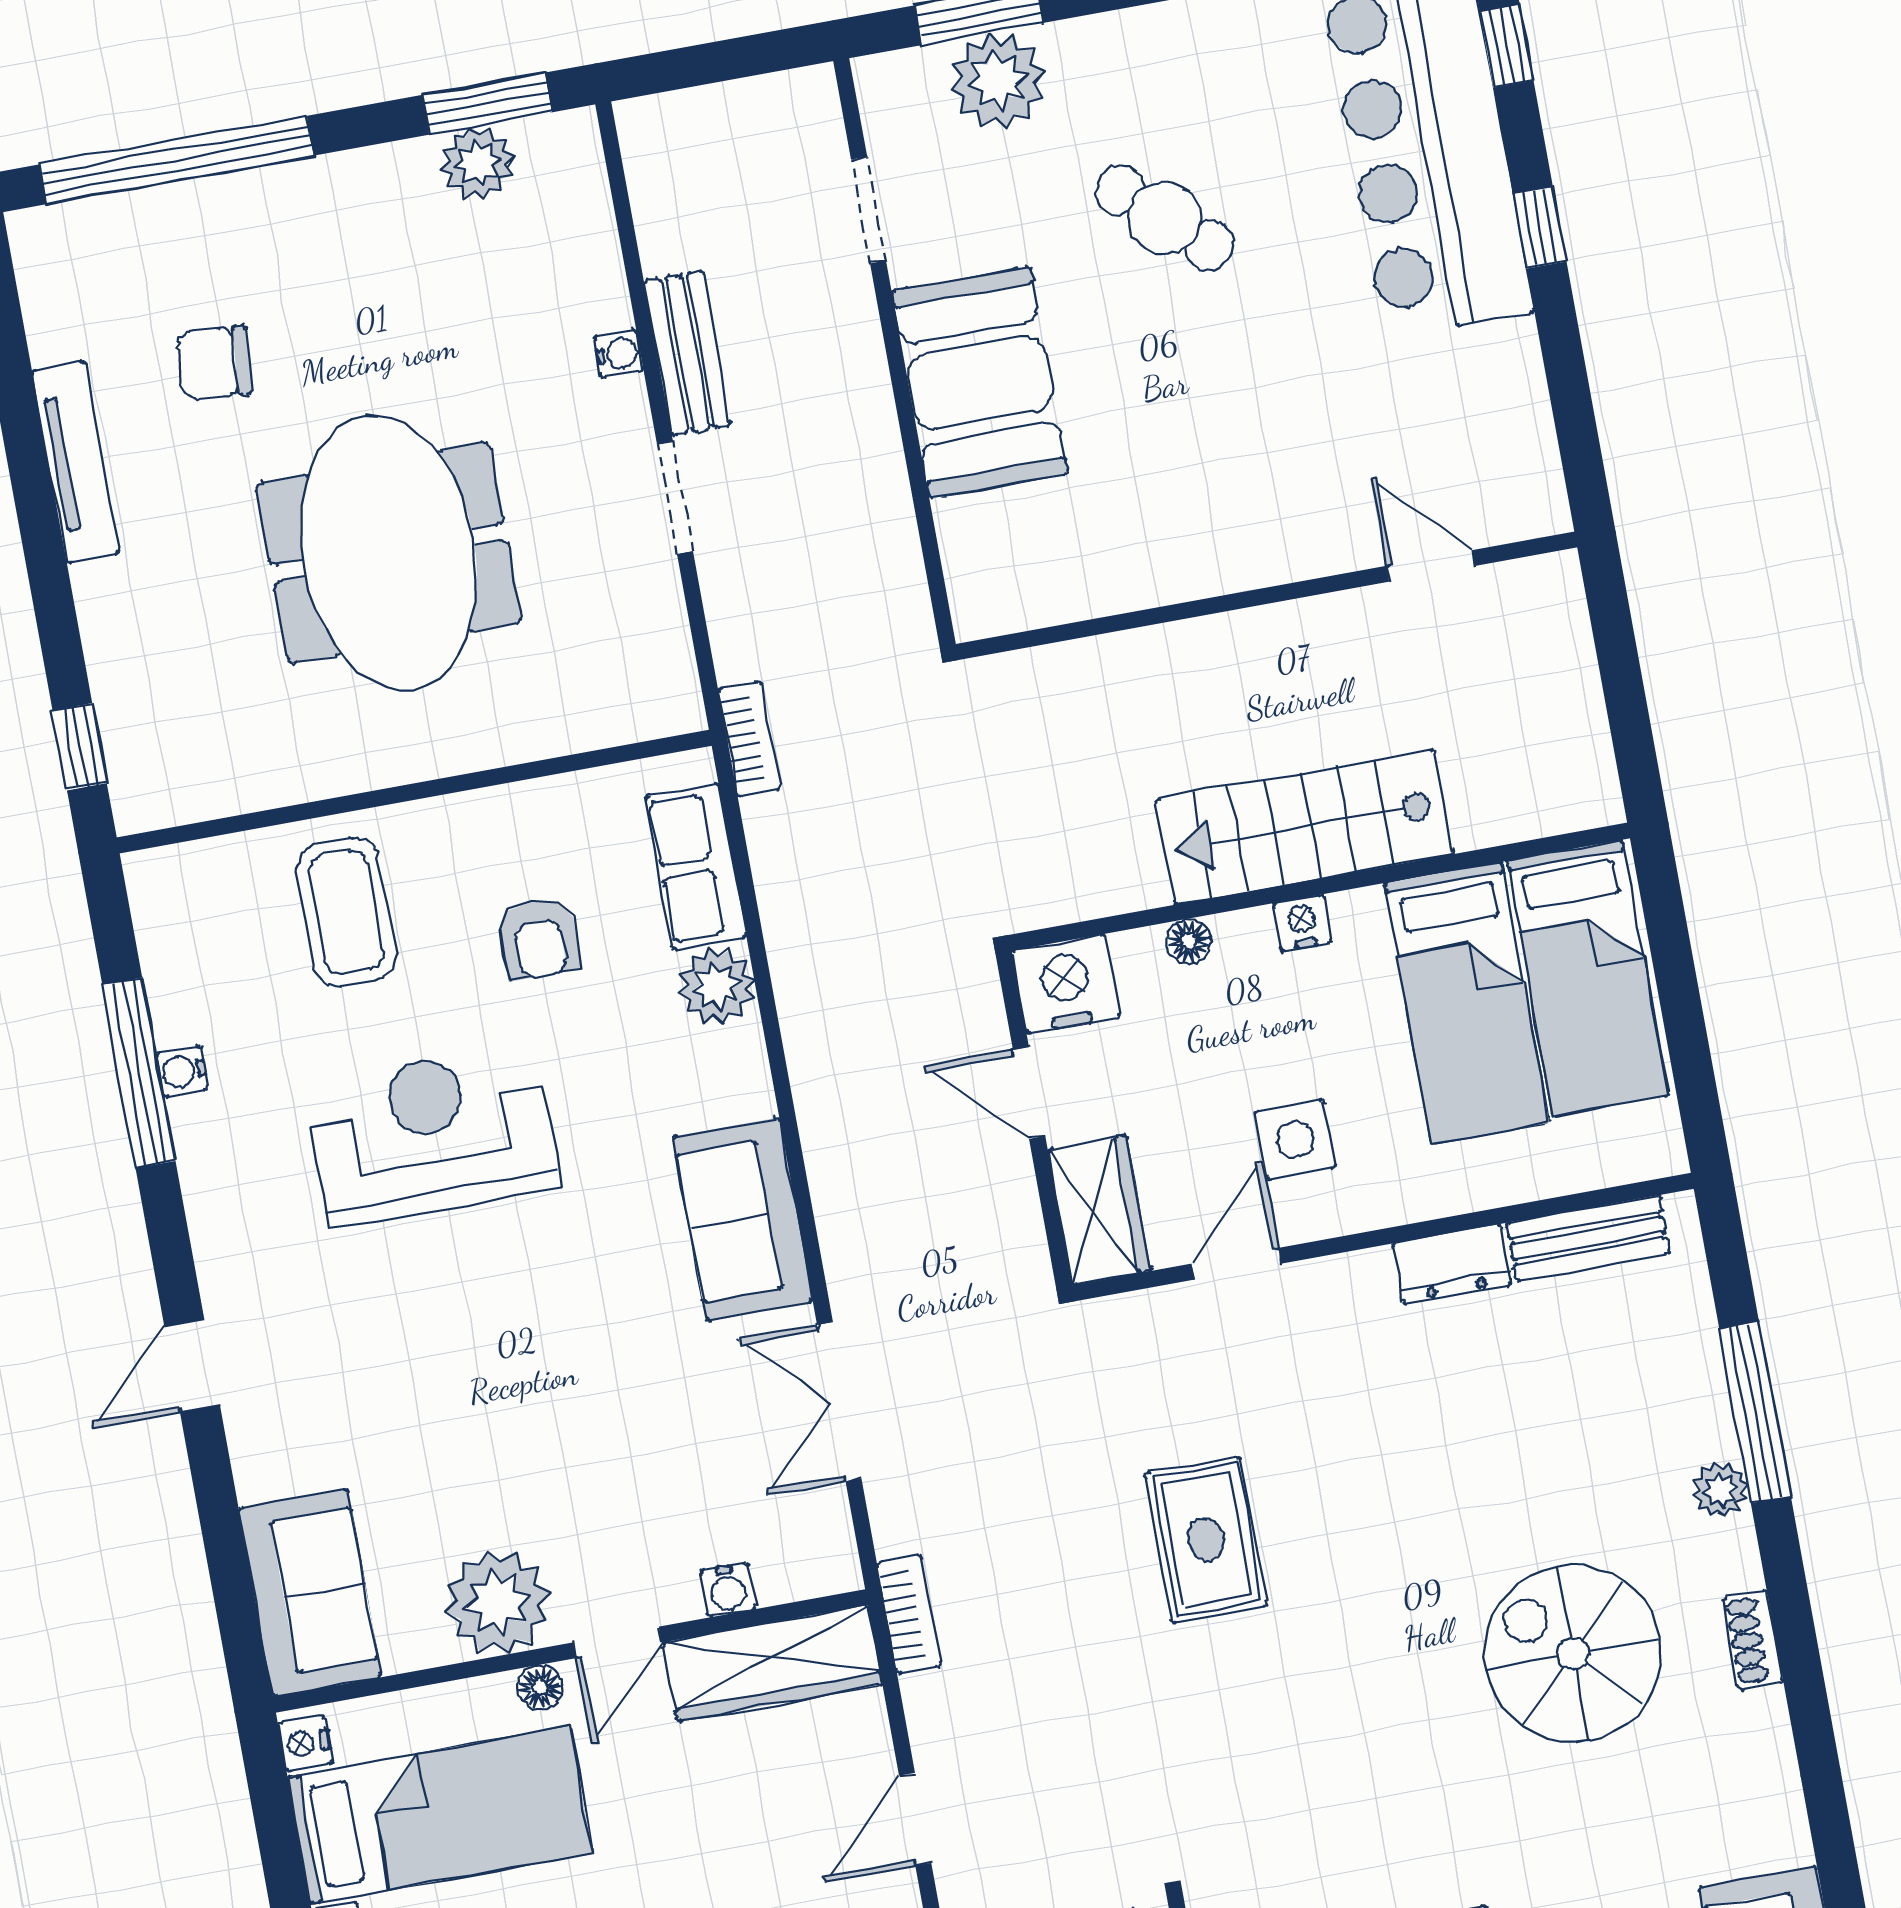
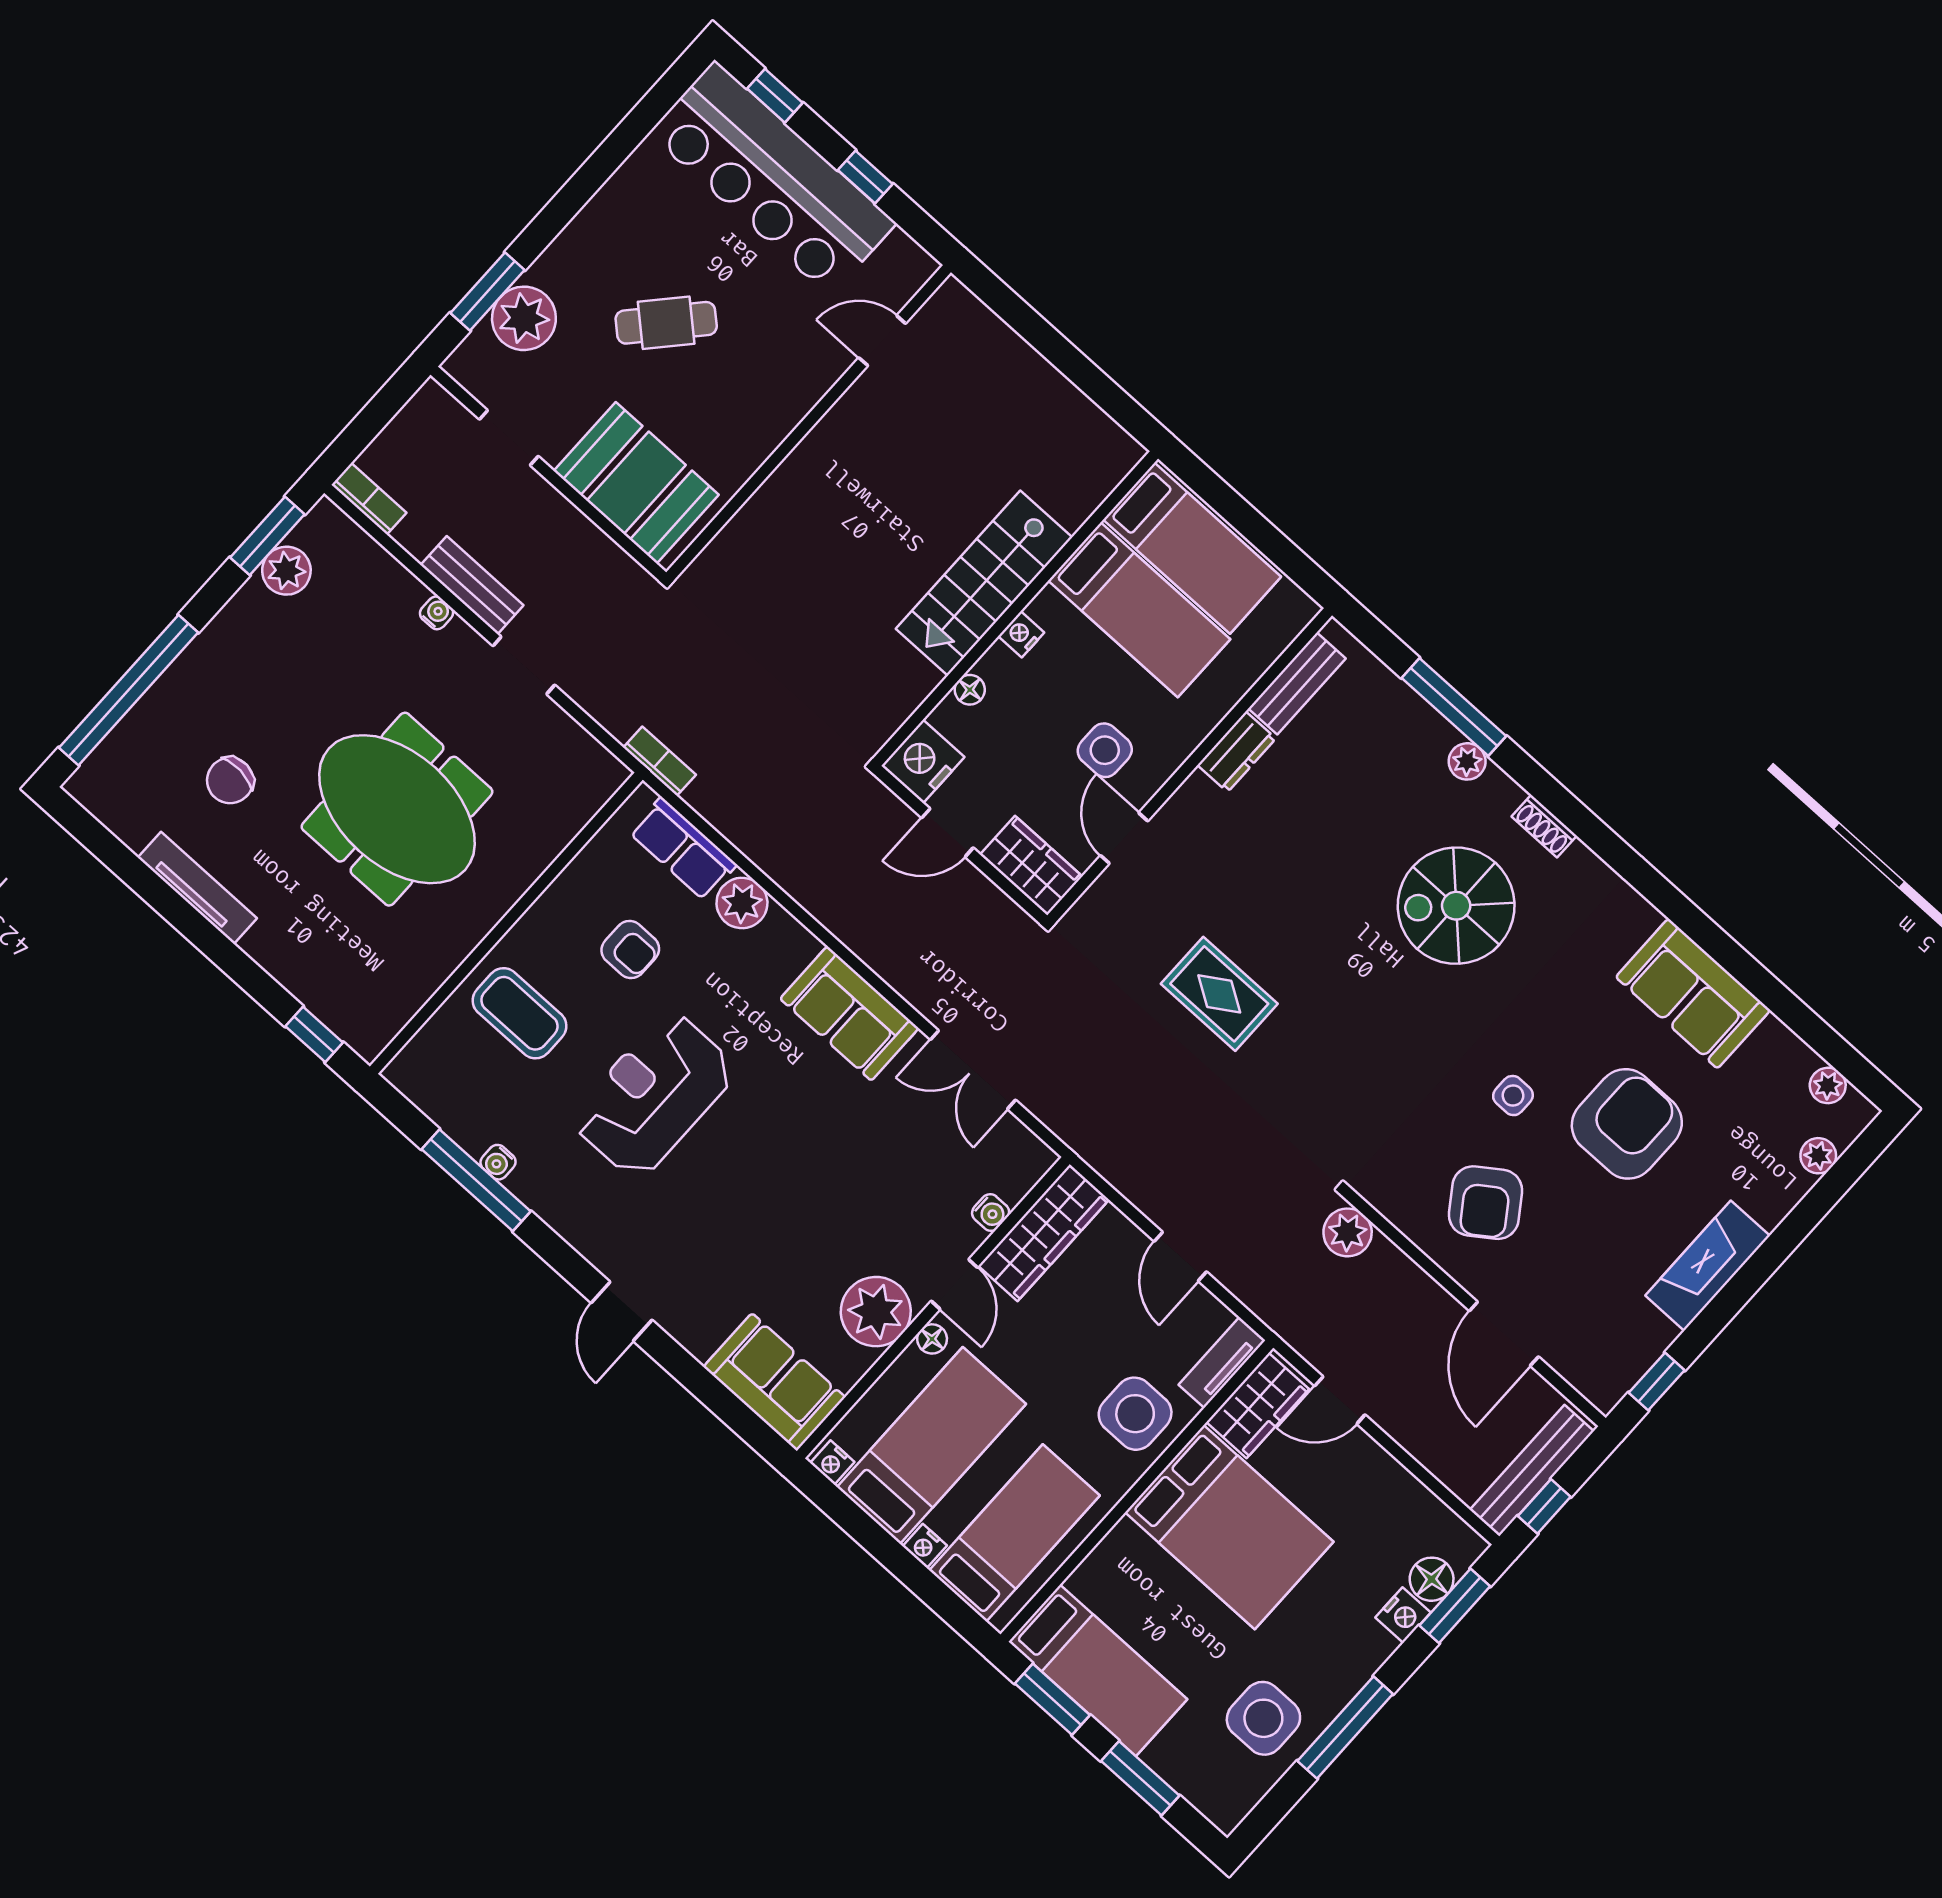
door: (1431, 566) -> (882, 341), moved
wall: (1266, 596) -> (809, 422), moved
bookcase: (909, 1614) -> (369, 499), moved

